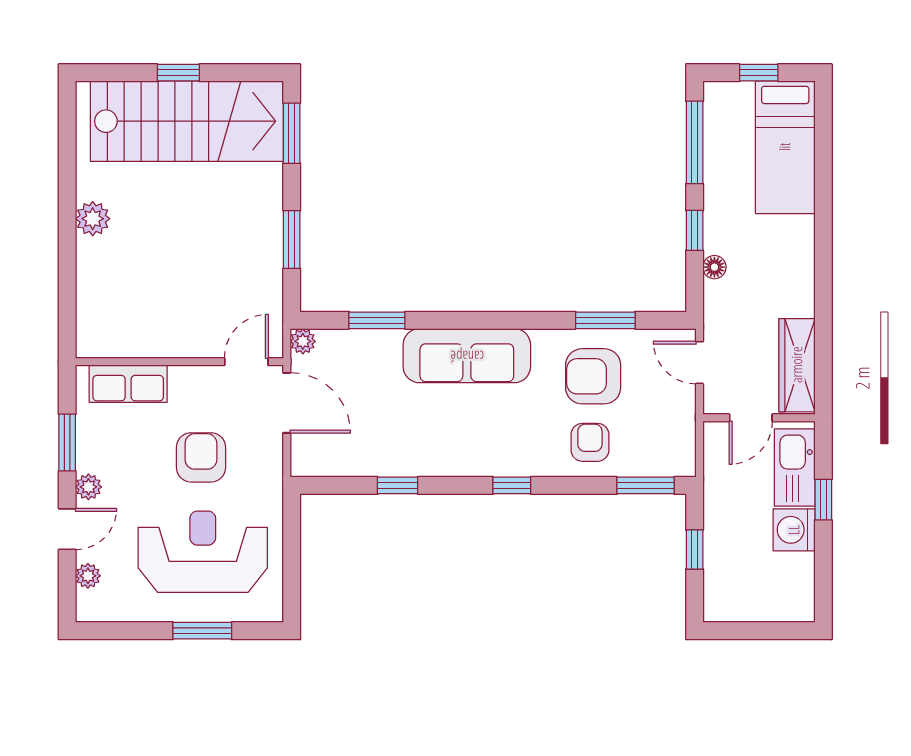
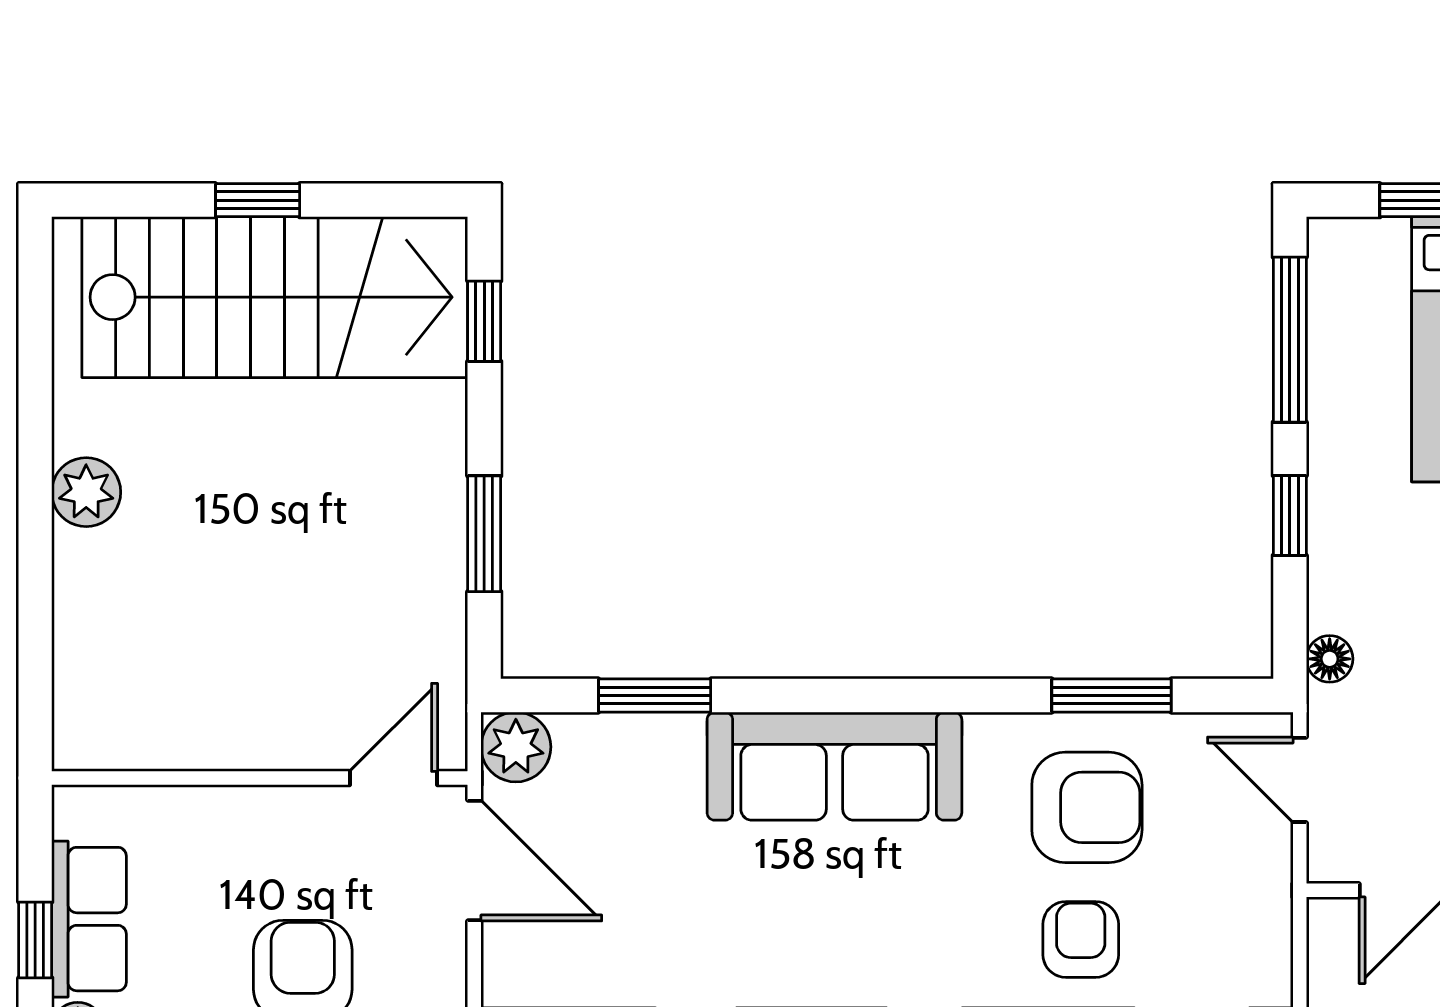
window: (292, 133) -> (484, 321), width x0.67
floor lamp: (714, 267) -> (1330, 659), moved
plant: (303, 341) -> (516, 747), width x1.38, depth x1.38
armchair: (593, 376) -> (1087, 807), turned 180
row of seats: (128, 384) -> (89, 919), moved, turned -90
window: (67, 443) -> (35, 940), width x0.67

